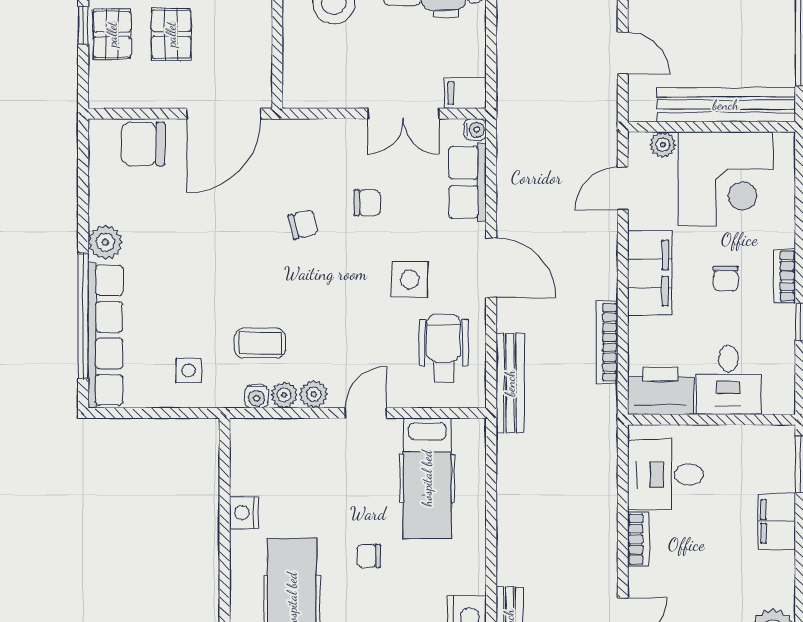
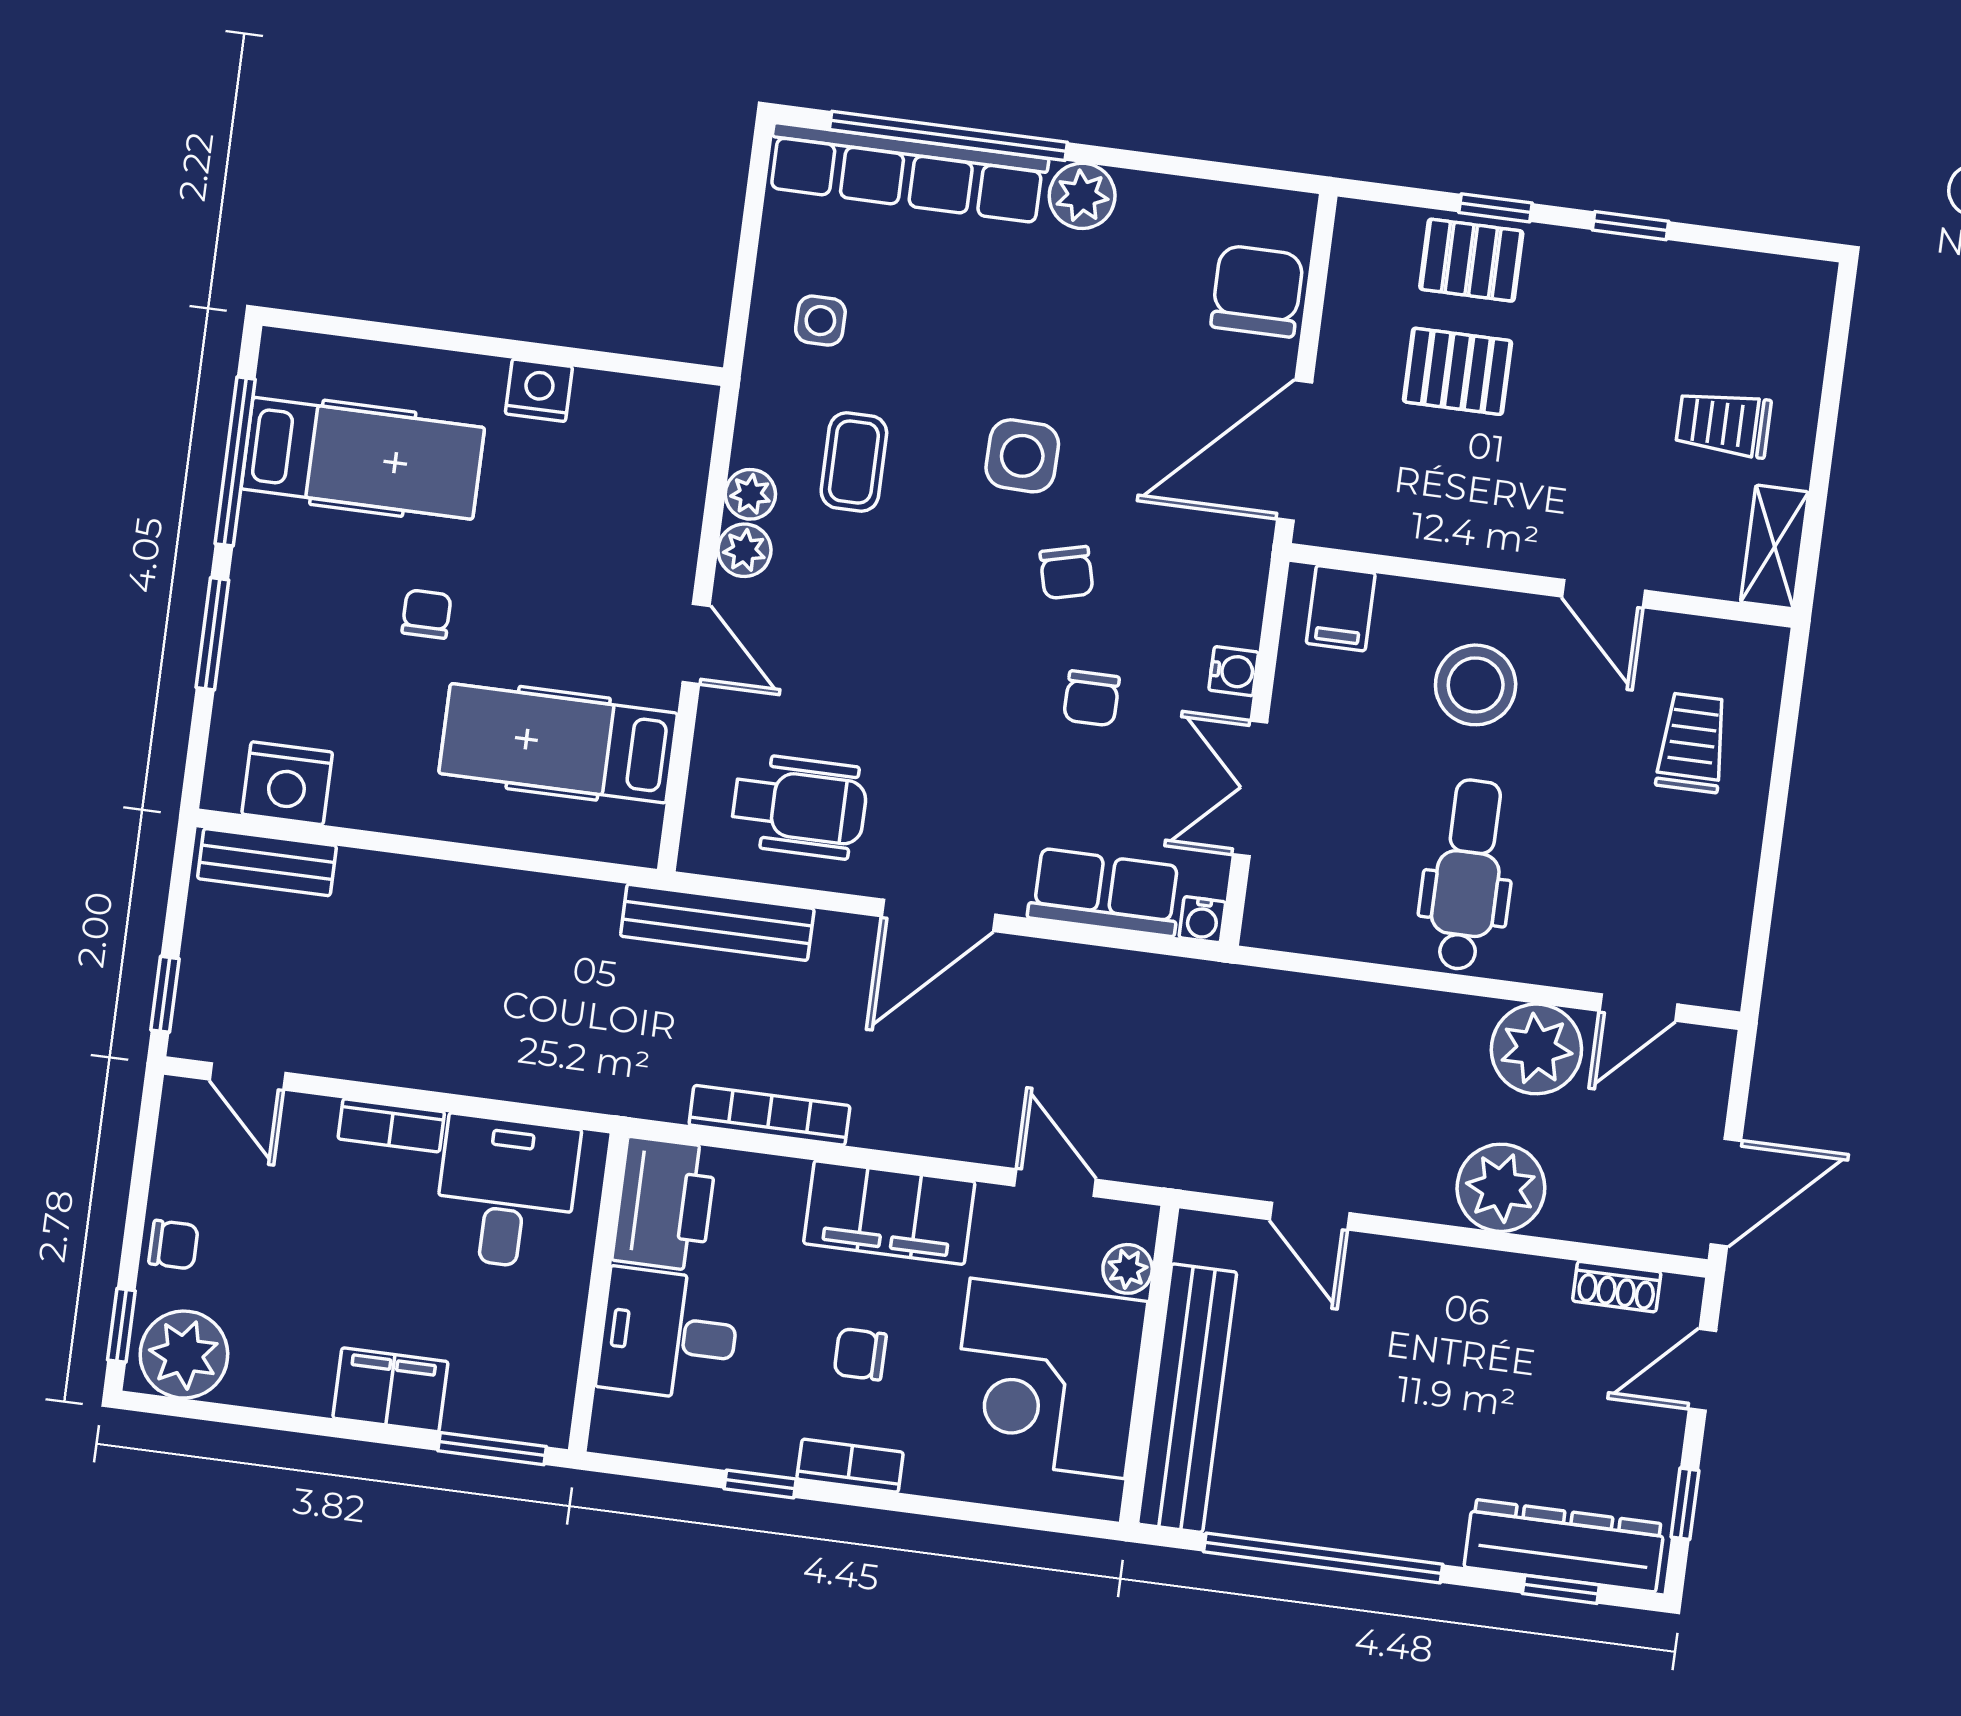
door: (623, 53) -> (1310, 1216), hinge flipped
filing cabinet: (465, 93) -> (1341, 608), moved, turned 180
door: (224, 114) -> (1295, 451), hinge flipped
side table: (410, 280) -> (1022, 456), moved
water cooler: (256, 396) -> (1234, 671), moved, turned 180

